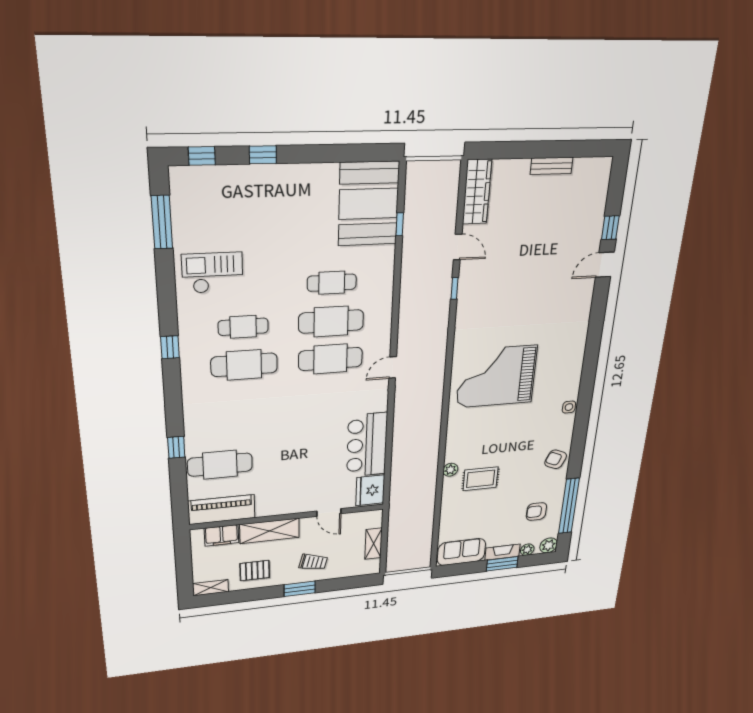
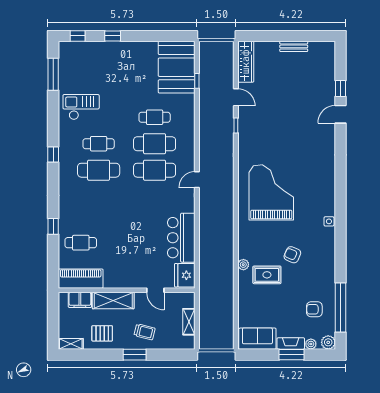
grand piano: (497, 376) -> (271, 192), turned 90
armchair: (556, 459) -> (292, 255), moved
cafe table: (220, 465) -> (81, 243), width x0.73, depth x0.74

